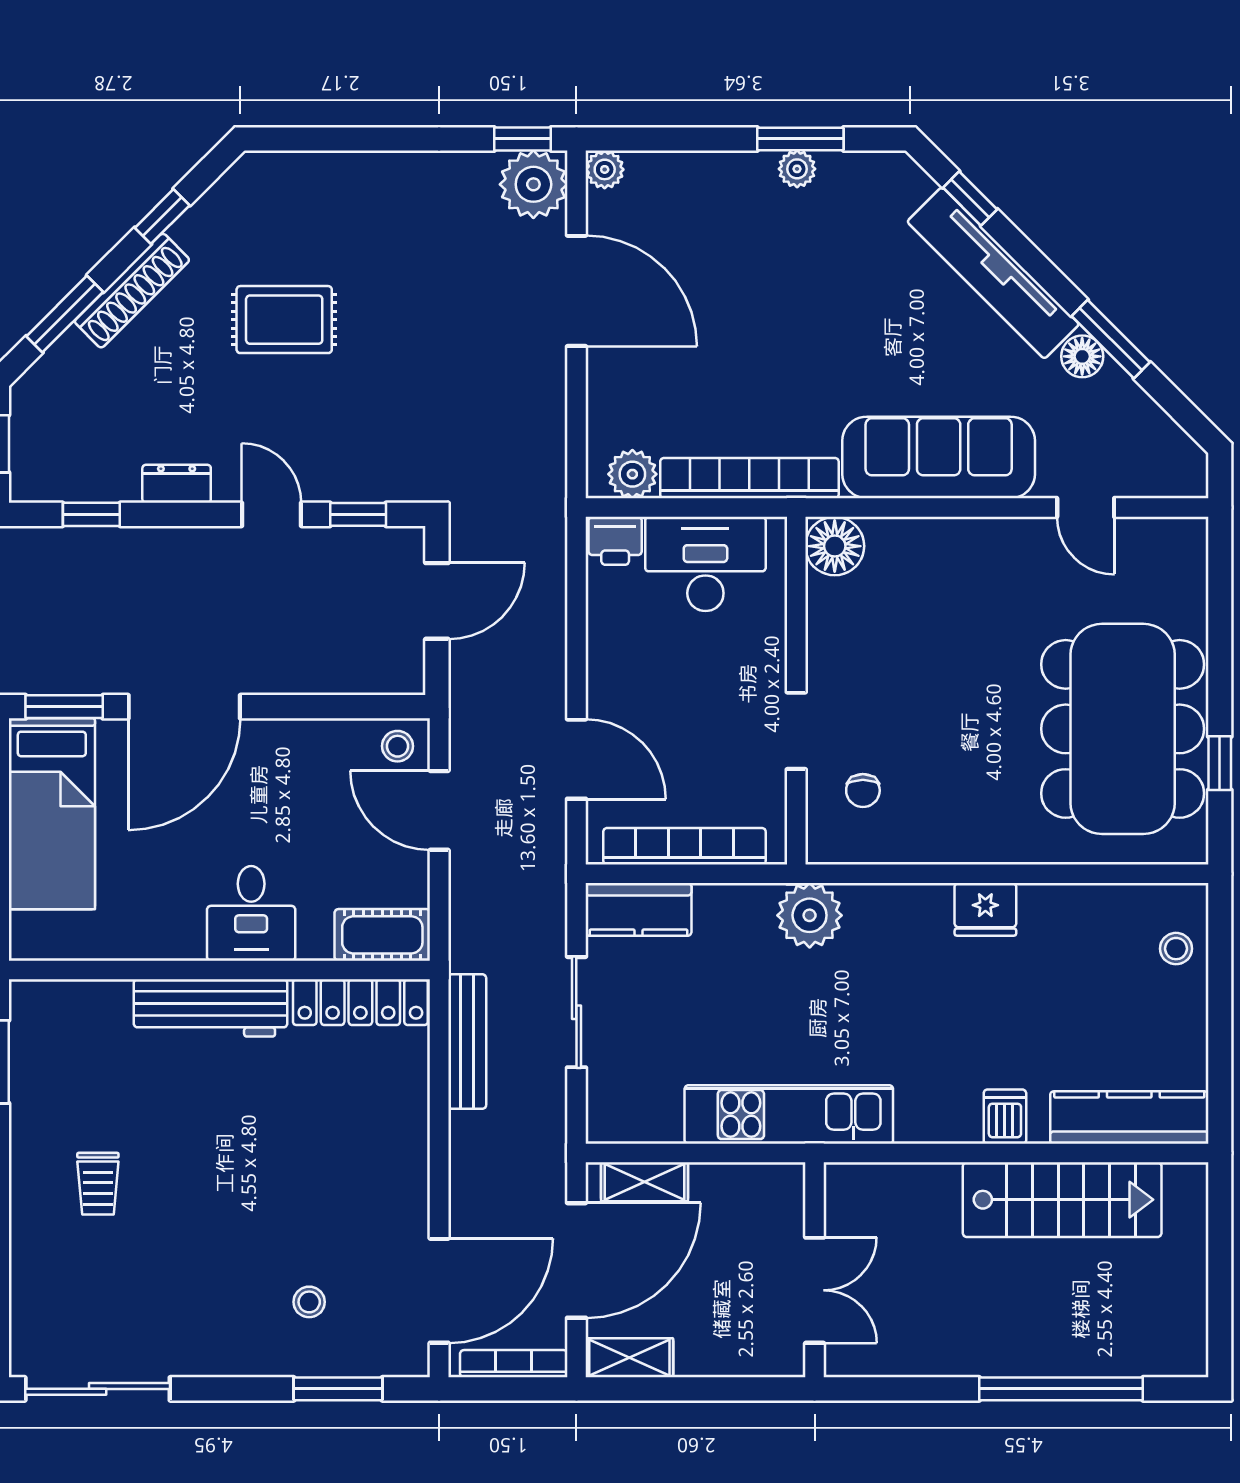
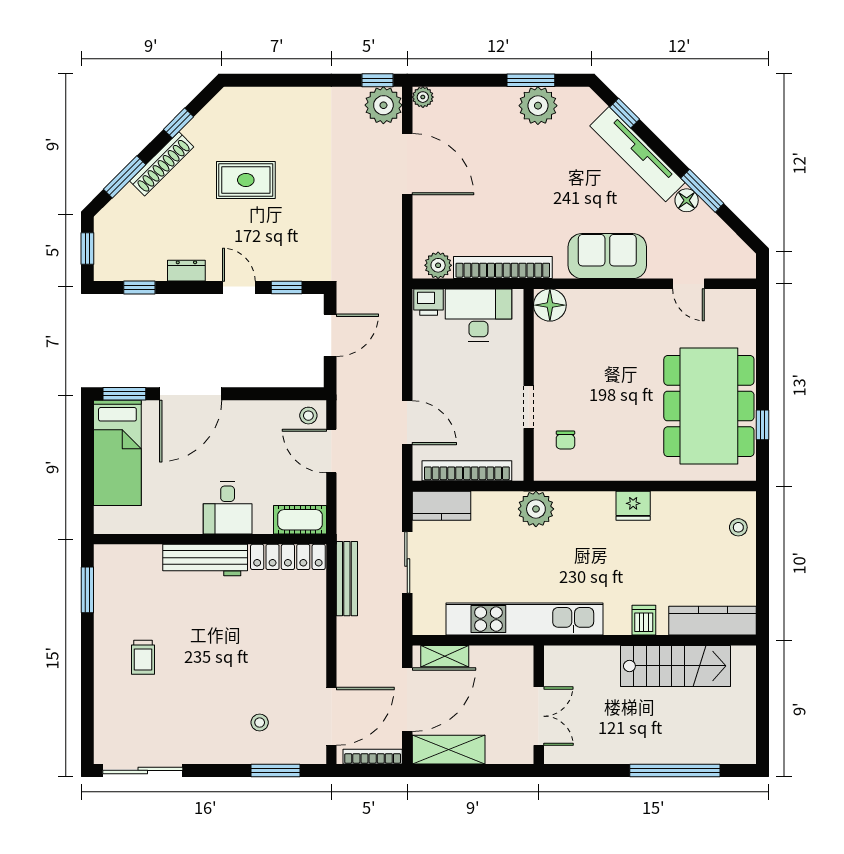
plant: (797, 169) -> (538, 106), width x1.88, depth x1.88
sofa: (939, 457) -> (607, 256), width x0.73
kitchen unit: (789, 1115) -> (525, 619), width x1.36
shelving: (629, 1358) -> (449, 750), width x1.50, depth x1.33

